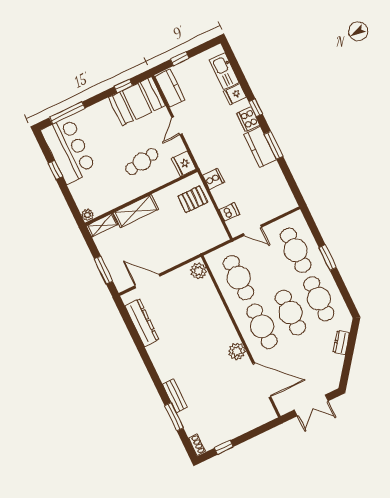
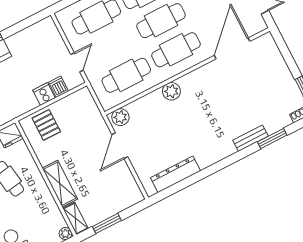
cooker: (213, 179) -> (44, 94), moved
window: (103, 270) -> (107, 223), moved
door: (147, 281) -> (120, 146), moved
plant: (237, 351) -> (171, 91), moved

